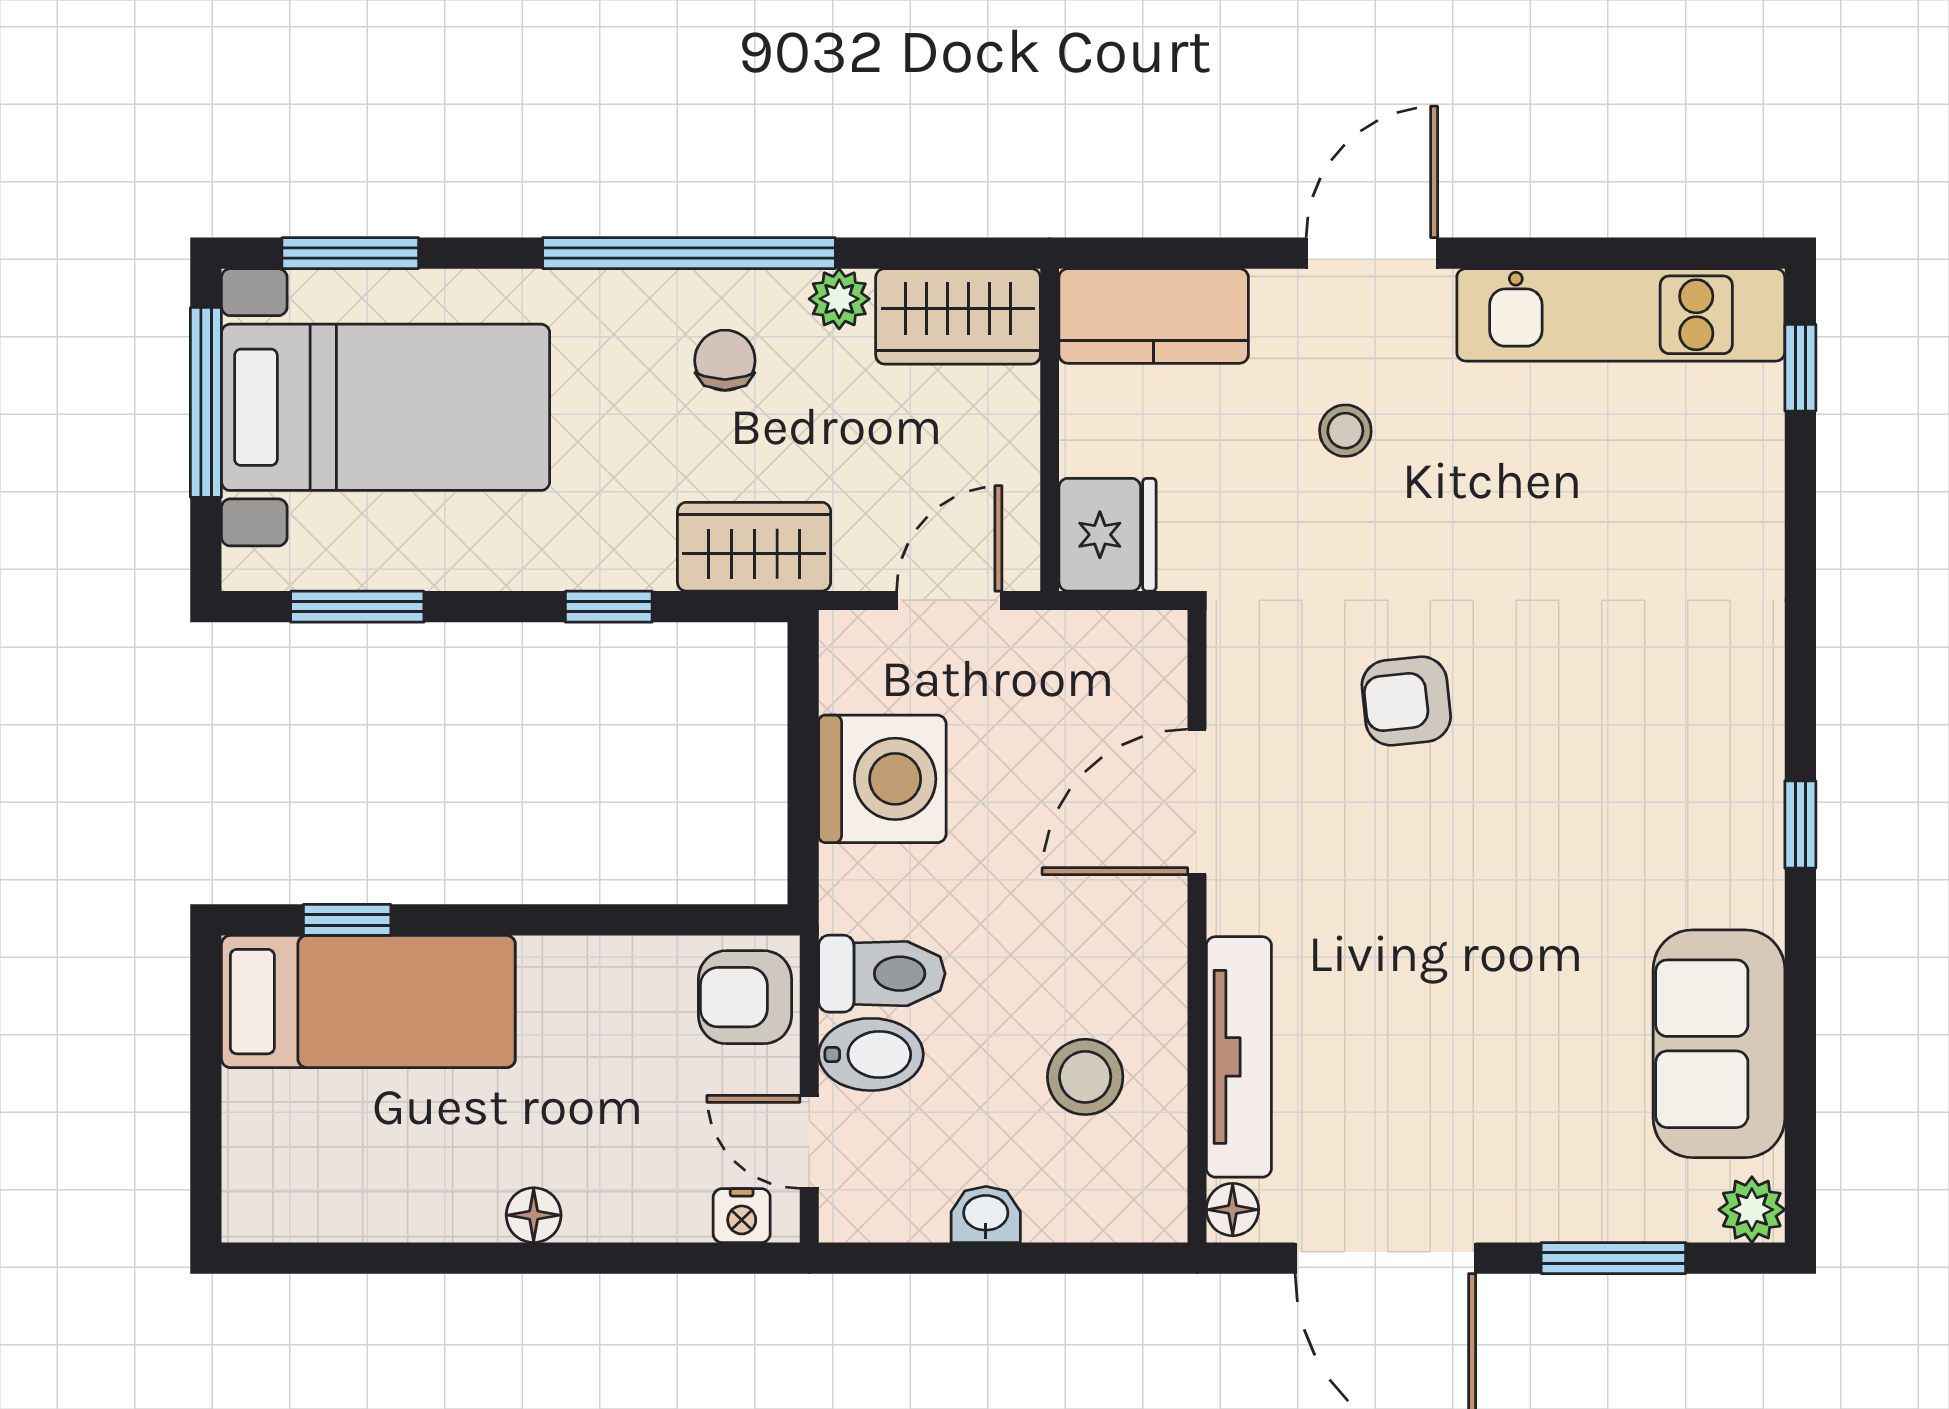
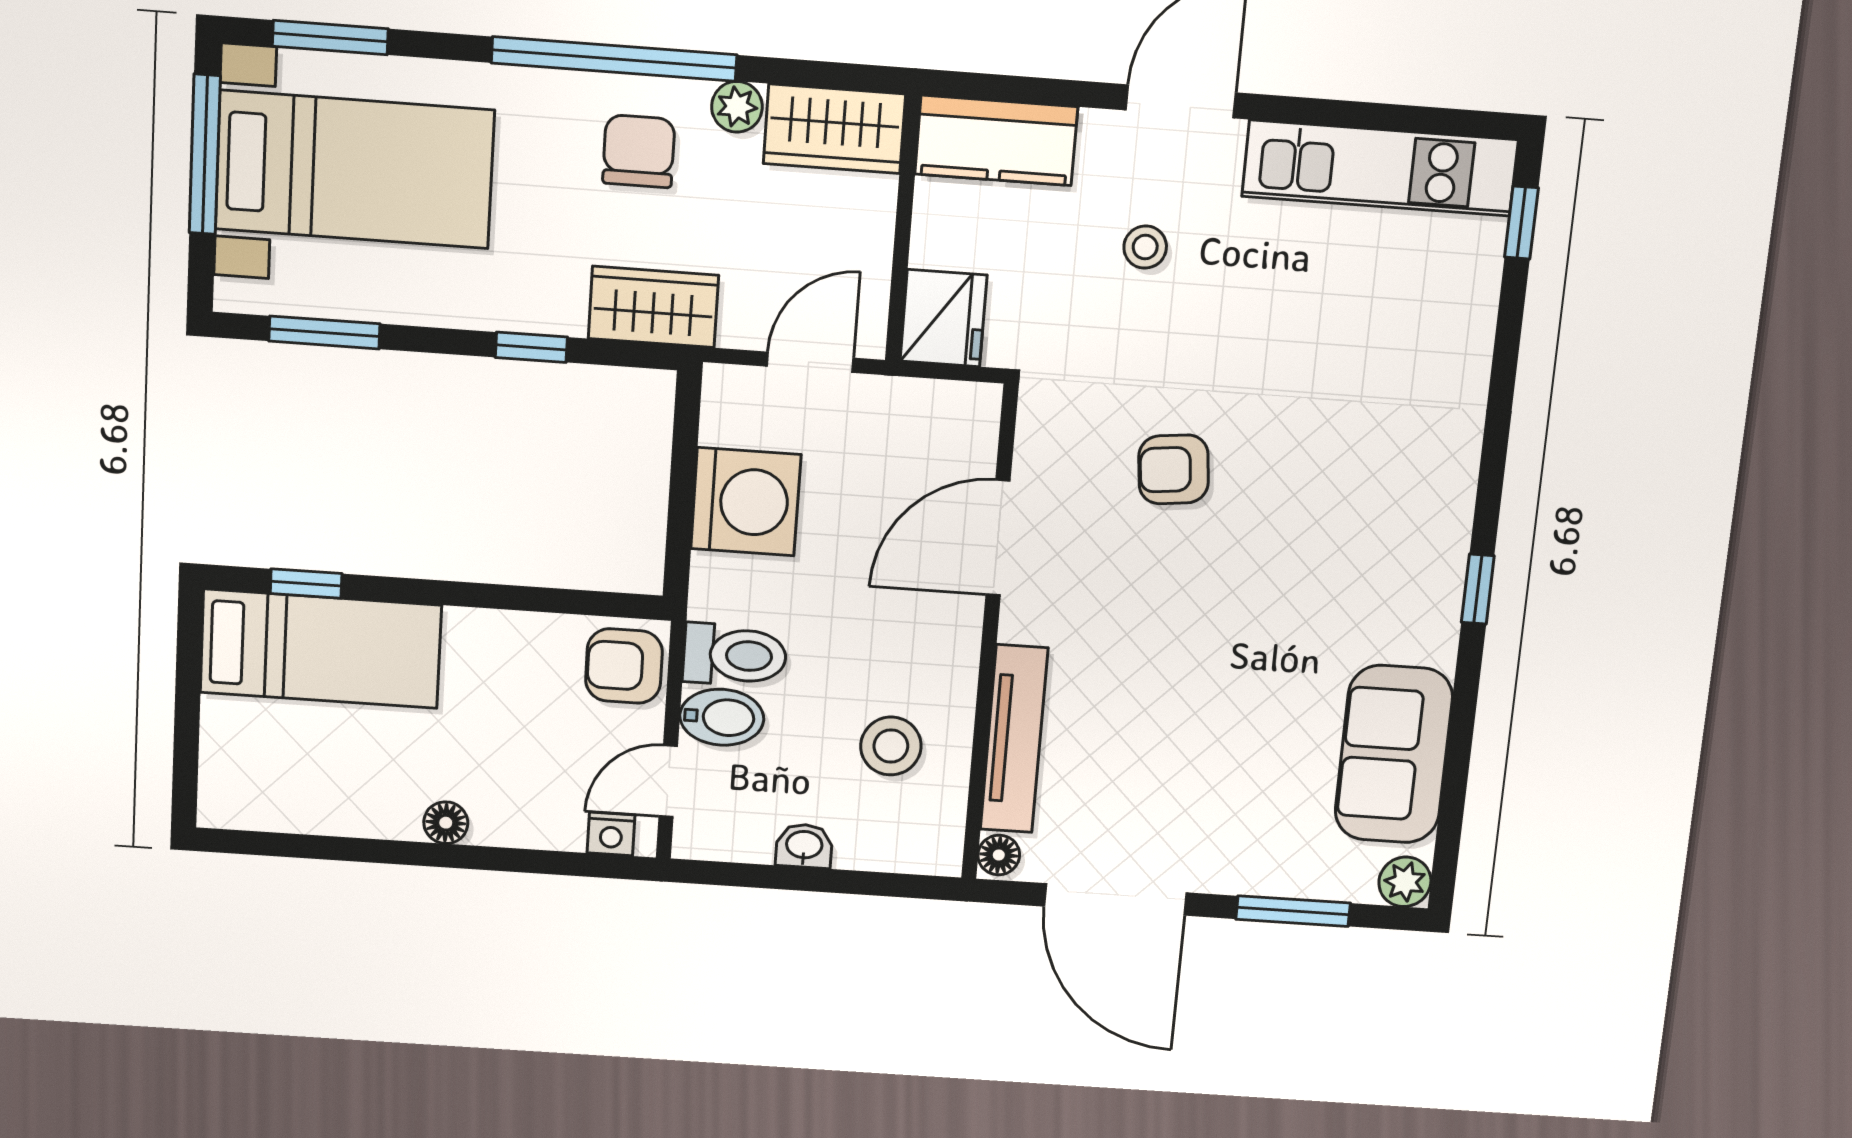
chair: (725, 360) -> (639, 151), width x1.37, depth x1.37
door: (809, 1142) -> (668, 781), hinge flipped

